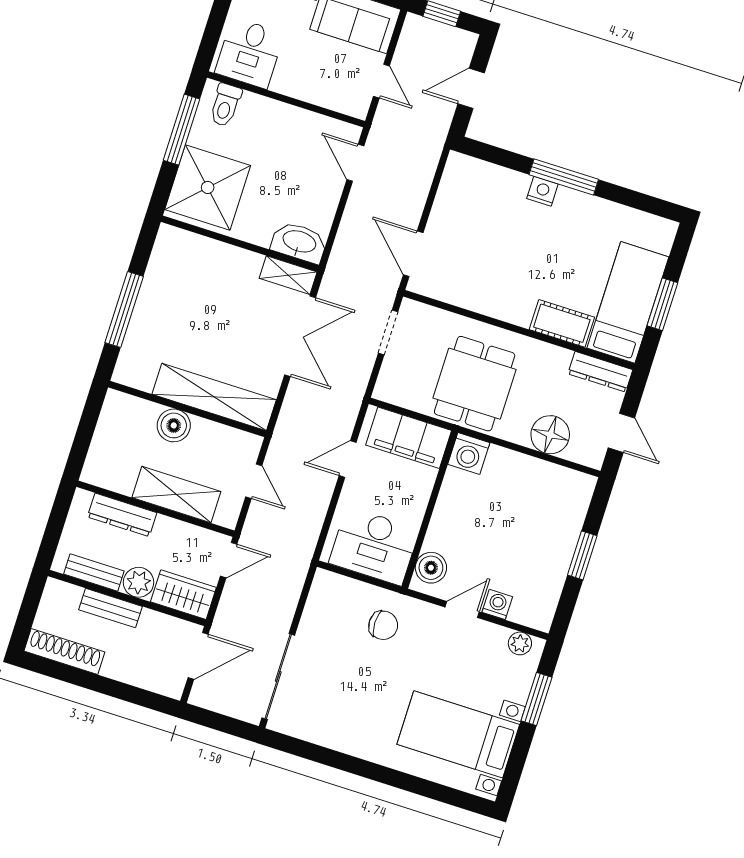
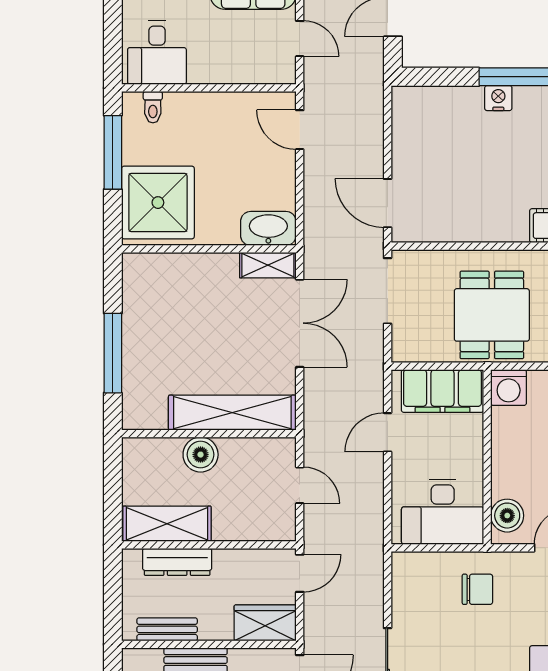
toilet: (225, 105) -> (153, 107), width x0.73, depth x0.72
doorway: (388, 332) -> (388, 291), width x1.38
shelving: (176, 495) -> (167, 524), moved
plant: (139, 582) -> (216, 625), removed

